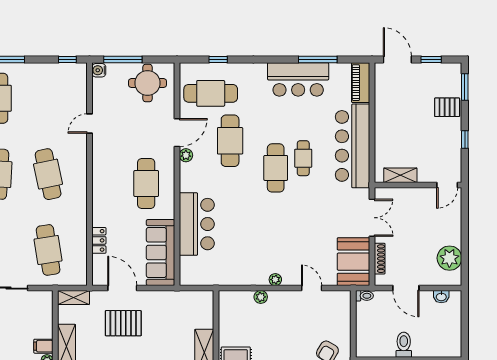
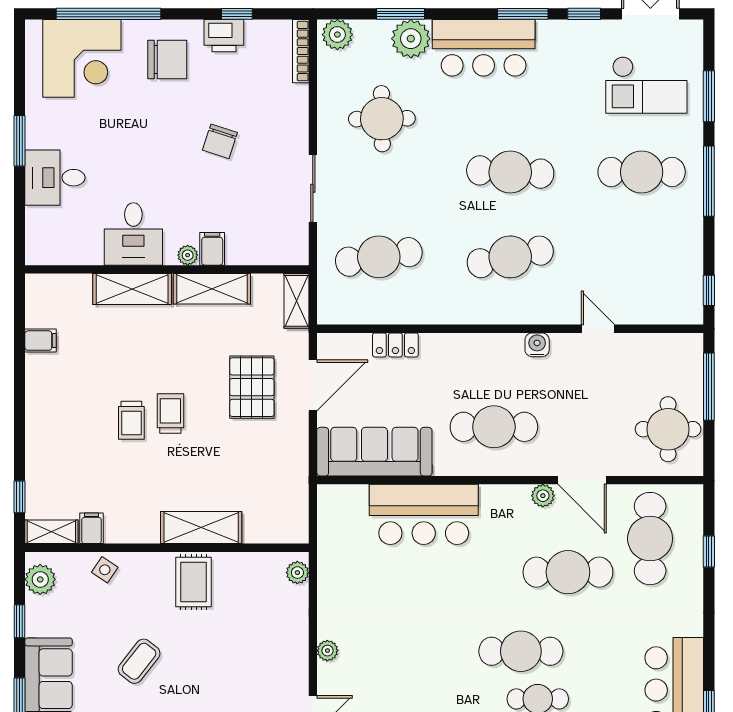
water cooler: (99, 70) -> (537, 345), moved
plant: (261, 297) -> (297, 573), moved

